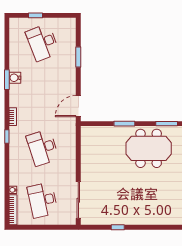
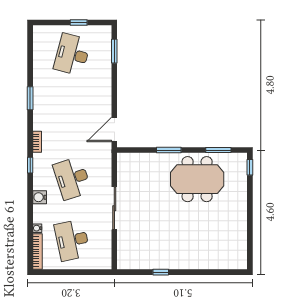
window: (35, 15) -> (79, 23), moved
desk: (43, 43) -> (72, 54), turned 36
window: (78, 57) -> (114, 51), moved
water cooler: (15, 78) -> (40, 197), moved
sliding door: (78, 200) -> (114, 208), moved

